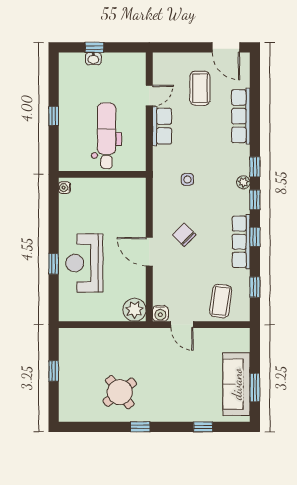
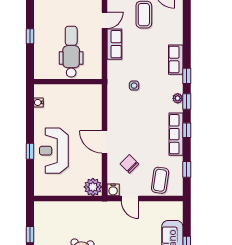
row of seats: (241, 116) -> (176, 60), moved, width x0.68
plant: (243, 182) -> (178, 98), moved
water cooler: (64, 188) -> (38, 102), moved
chair: (184, 235) -> (129, 164), moved

